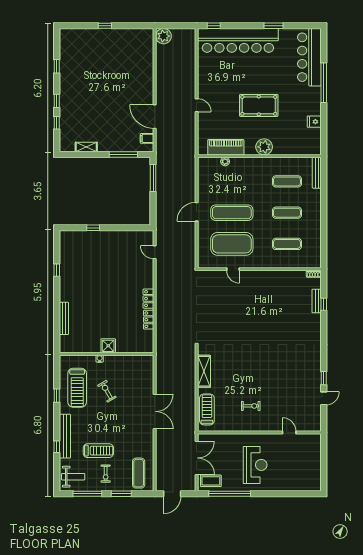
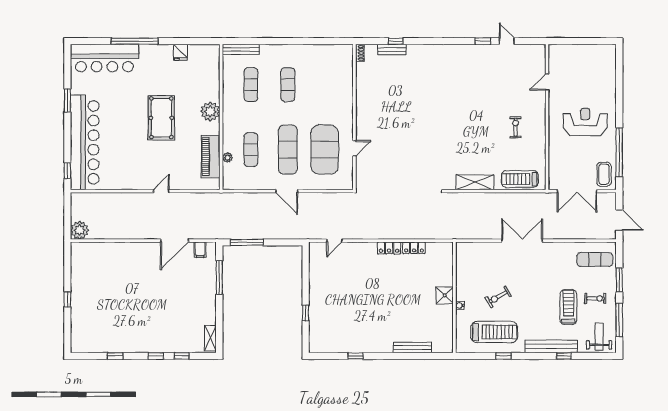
shelving: (86, 147) -> (210, 338), moved
exercise mat: (287, 244) -> (251, 150), moved
double door: (197, 458) -> (577, 191), swing flipped

